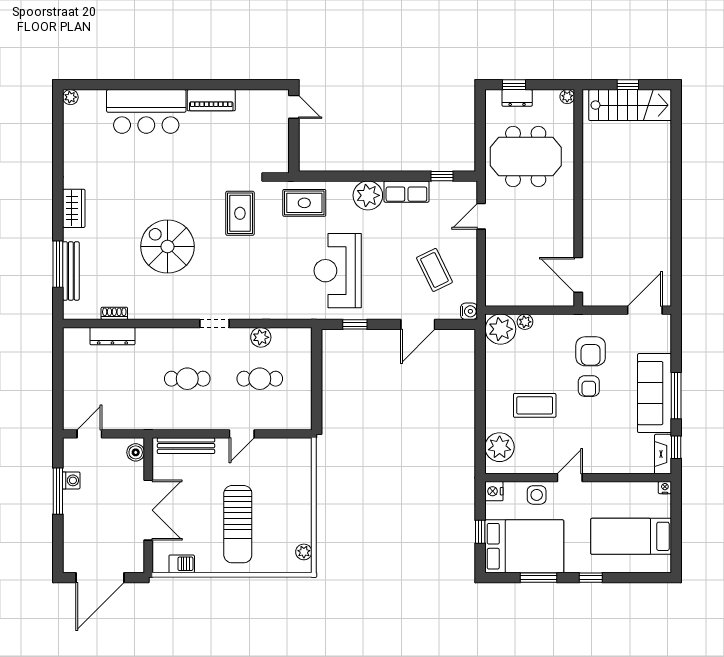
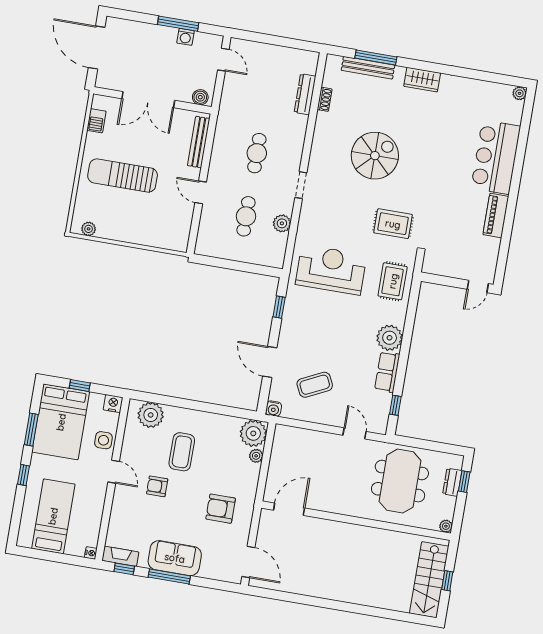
reception desk: (338, 271) -> (331, 270), moved
armchair: (589, 386) -> (157, 486), moved
sofa: (655, 393) -> (175, 558), width x0.73

